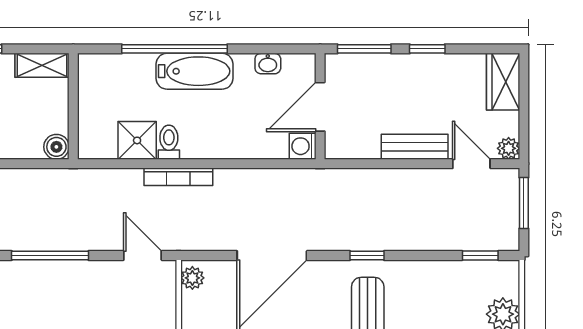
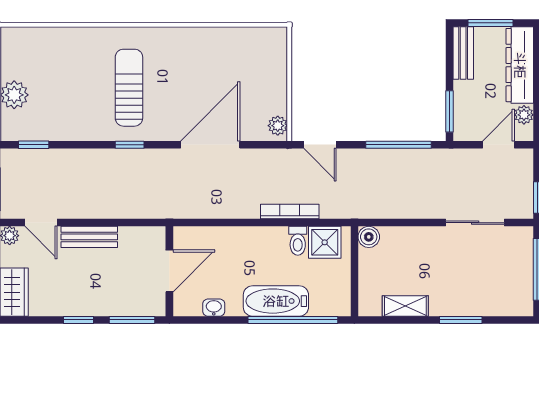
wall: (73, 106) -> (354, 271), moved
washing machine: (303, 146) -> (184, 237), removed
boiler: (56, 147) -> (369, 237), moved

